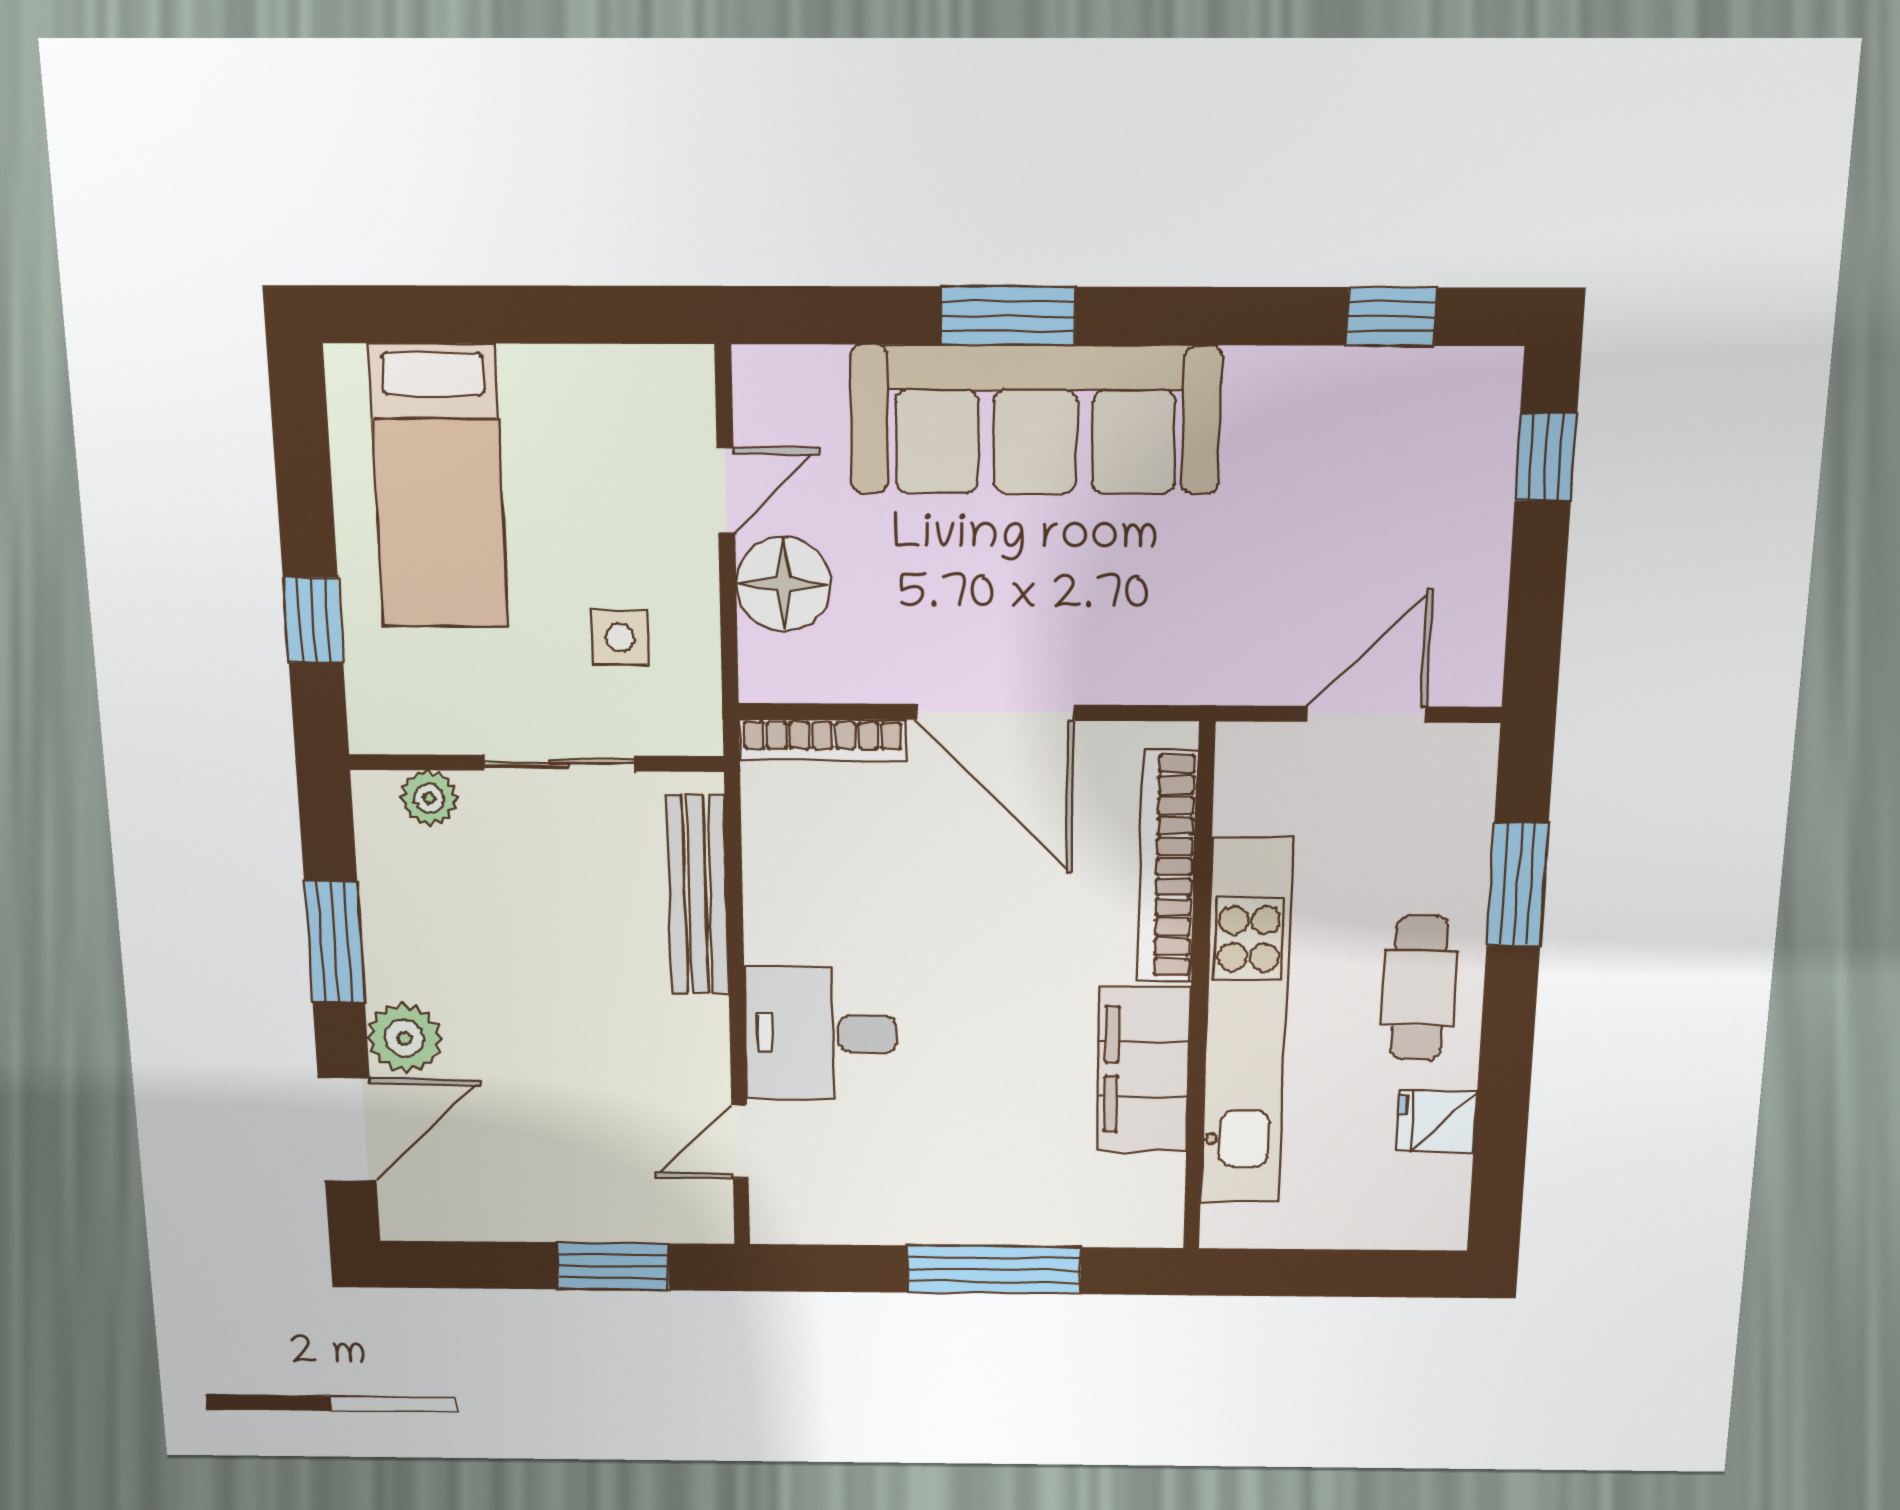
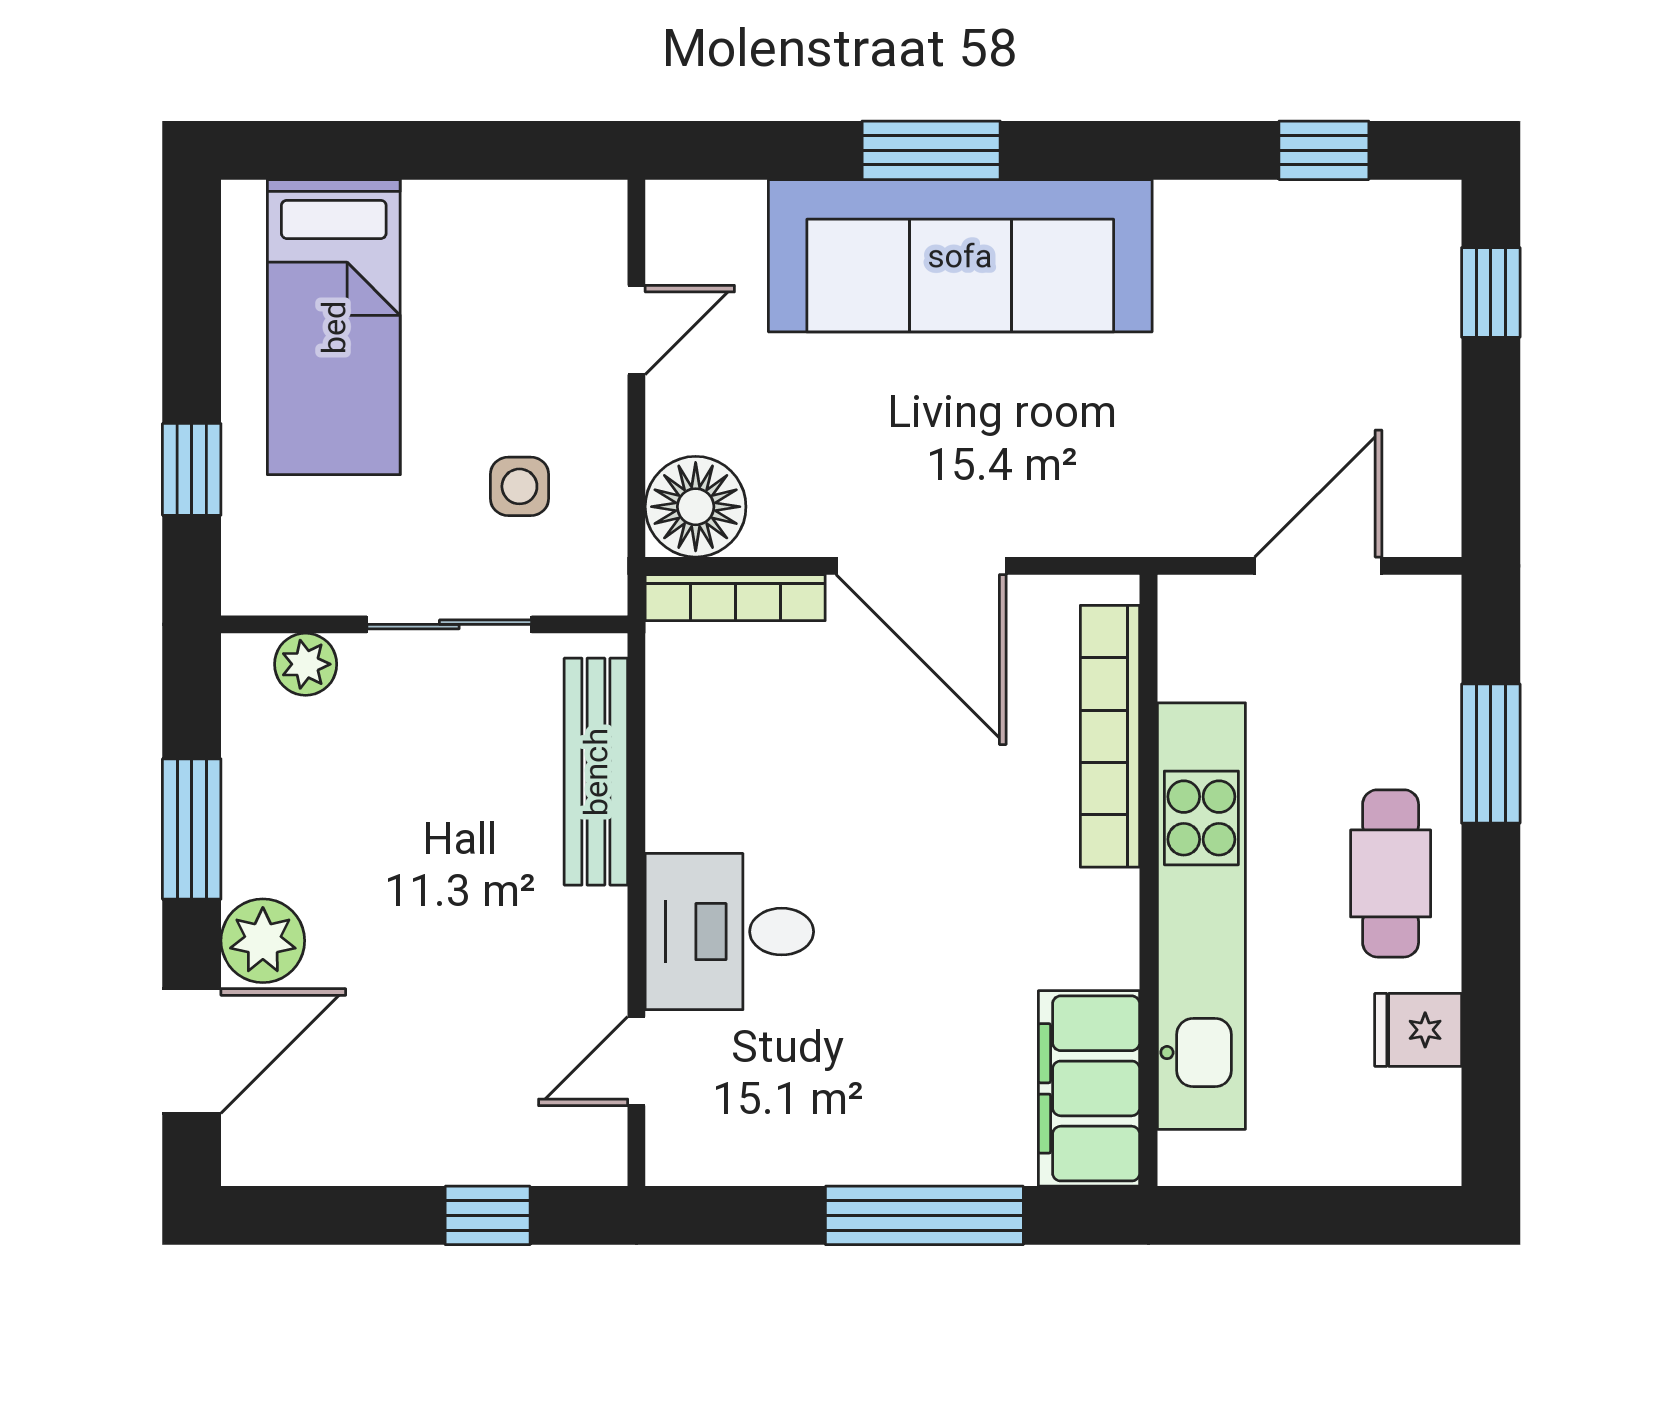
floor lamp: (784, 584) -> (696, 507), moved
filing cabinet: (1143, 1069) -> (1089, 1088), moved
window: (613, 1266) -> (488, 1215), width x0.67

